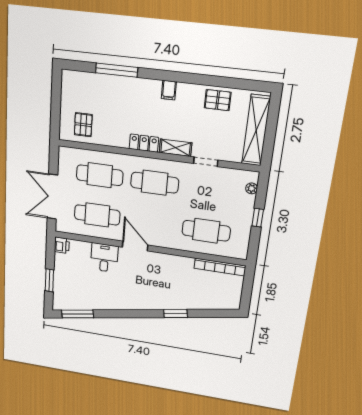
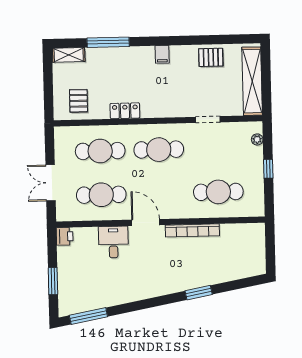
locker: (144, 143) -> (125, 111), moved
shelving: (175, 148) -> (69, 55), moved
double door: (52, 197) -> (51, 183), width x0.73
bookcase: (220, 267) -> (192, 230), moved

